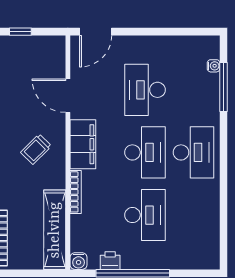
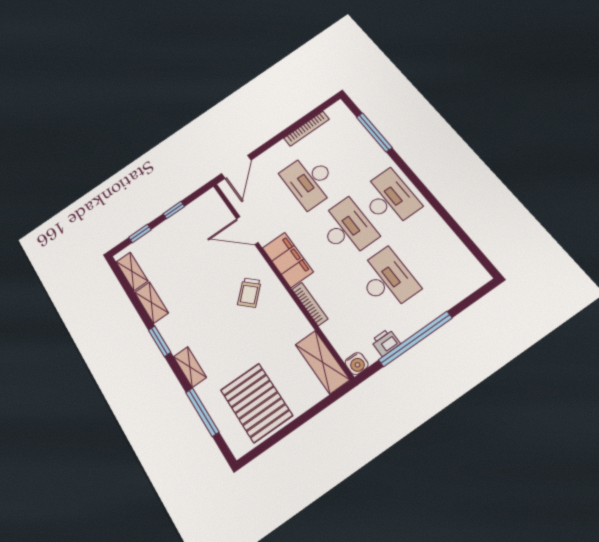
bookcase: (174, 41) -> (307, 129), added
water cooler: (214, 66) -> (353, 123), removed
shelving: (55, 230) -> (322, 362), width x0.68

